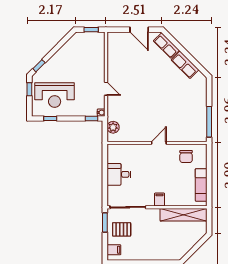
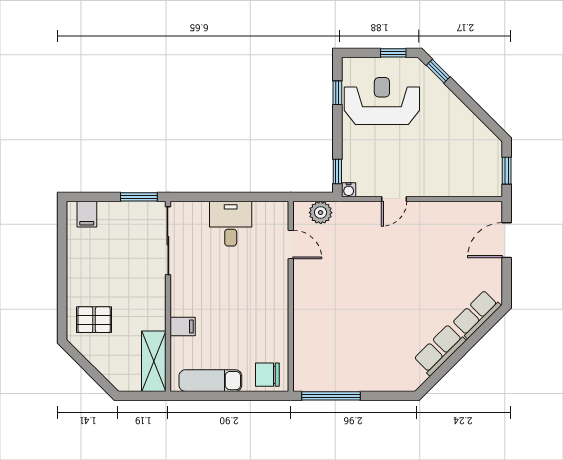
door: (139, 30) -> (507, 240), moved
reception desk: (55, 95) -> (382, 101), turned 90
door: (159, 143) -> (291, 244), moved
chair: (186, 157) -> (267, 375), moved
filing cabinet: (160, 200) -> (183, 327), moved
shelving: (184, 215) -> (154, 361), width x0.68
pallet: (122, 229) -> (94, 320), moved, turned 90

